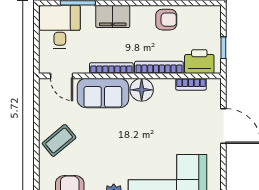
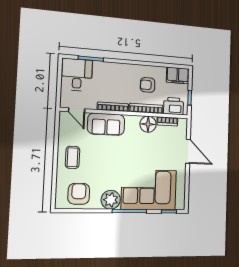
filing cabinet: (113, 16) -> (178, 75), moved
armchair: (166, 20) -> (148, 85), moved, turned 180
floor lamp: (142, 90) -> (148, 124), moved
coffee table: (59, 140) -> (73, 157), turned -50

